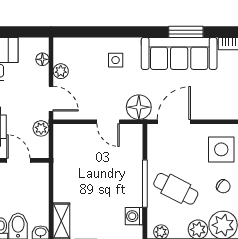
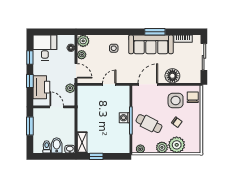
plant: (63, 48) -> (83, 41), added
floor lamp: (139, 107) -> (172, 76), moved
door: (108, 122) -> (109, 84), swing flipped
washing machine: (134, 216) -> (125, 118), moved

